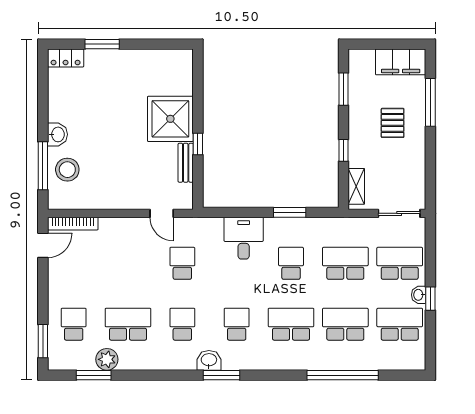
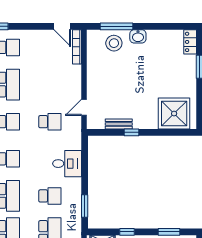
shower: (170, 119) -> (174, 114), moved
window: (290, 212) -> (85, 206), moved

